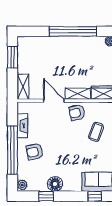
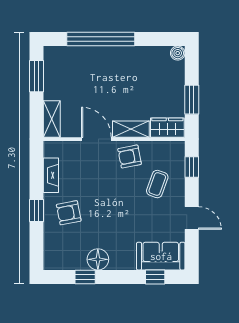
window: (73, 31) -> (101, 39), moved
window: (12, 150) -> (37, 211), width x0.32
plant: (22, 185) -> (51, 261), removed

